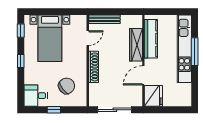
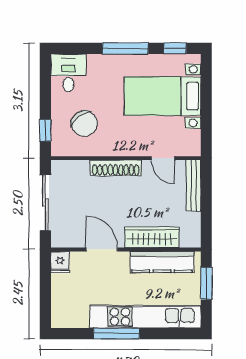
window: (164, 12) -> (206, 283), added
window: (195, 52) -> (116, 334), moved
window: (21, 61) -> (125, 48), width x2.17
fridge: (153, 96) -> (60, 262), width x0.53, depth x0.75
window: (54, 110) -> (45, 130), moved

